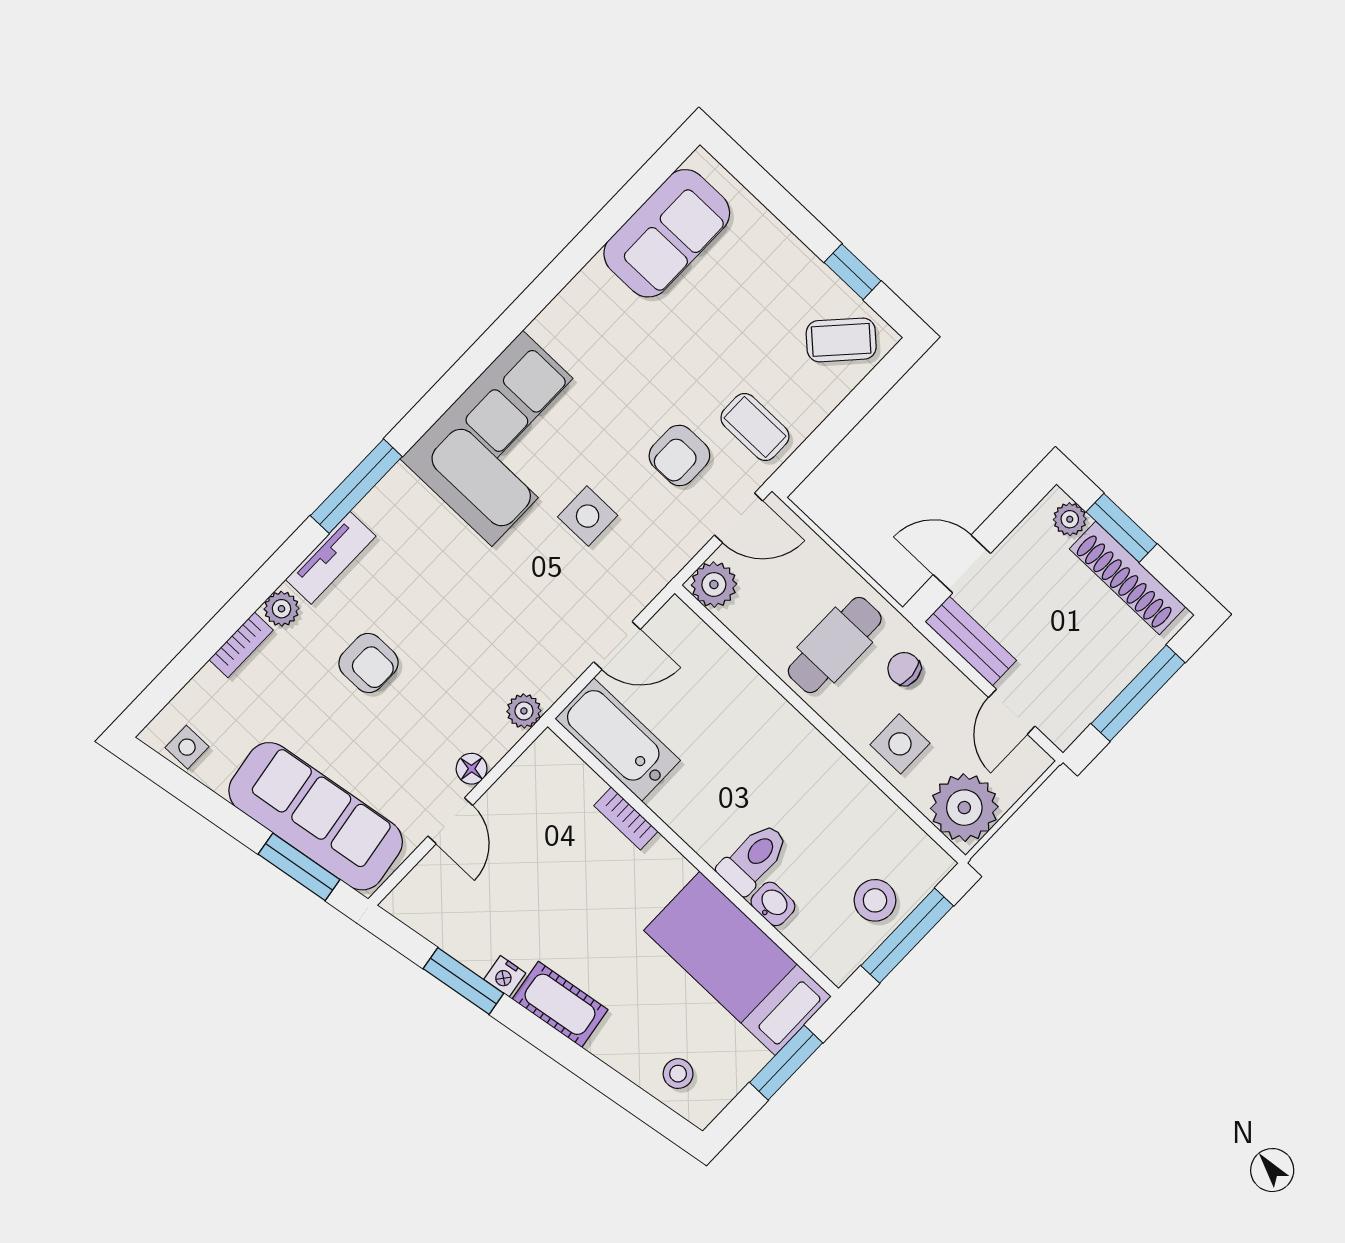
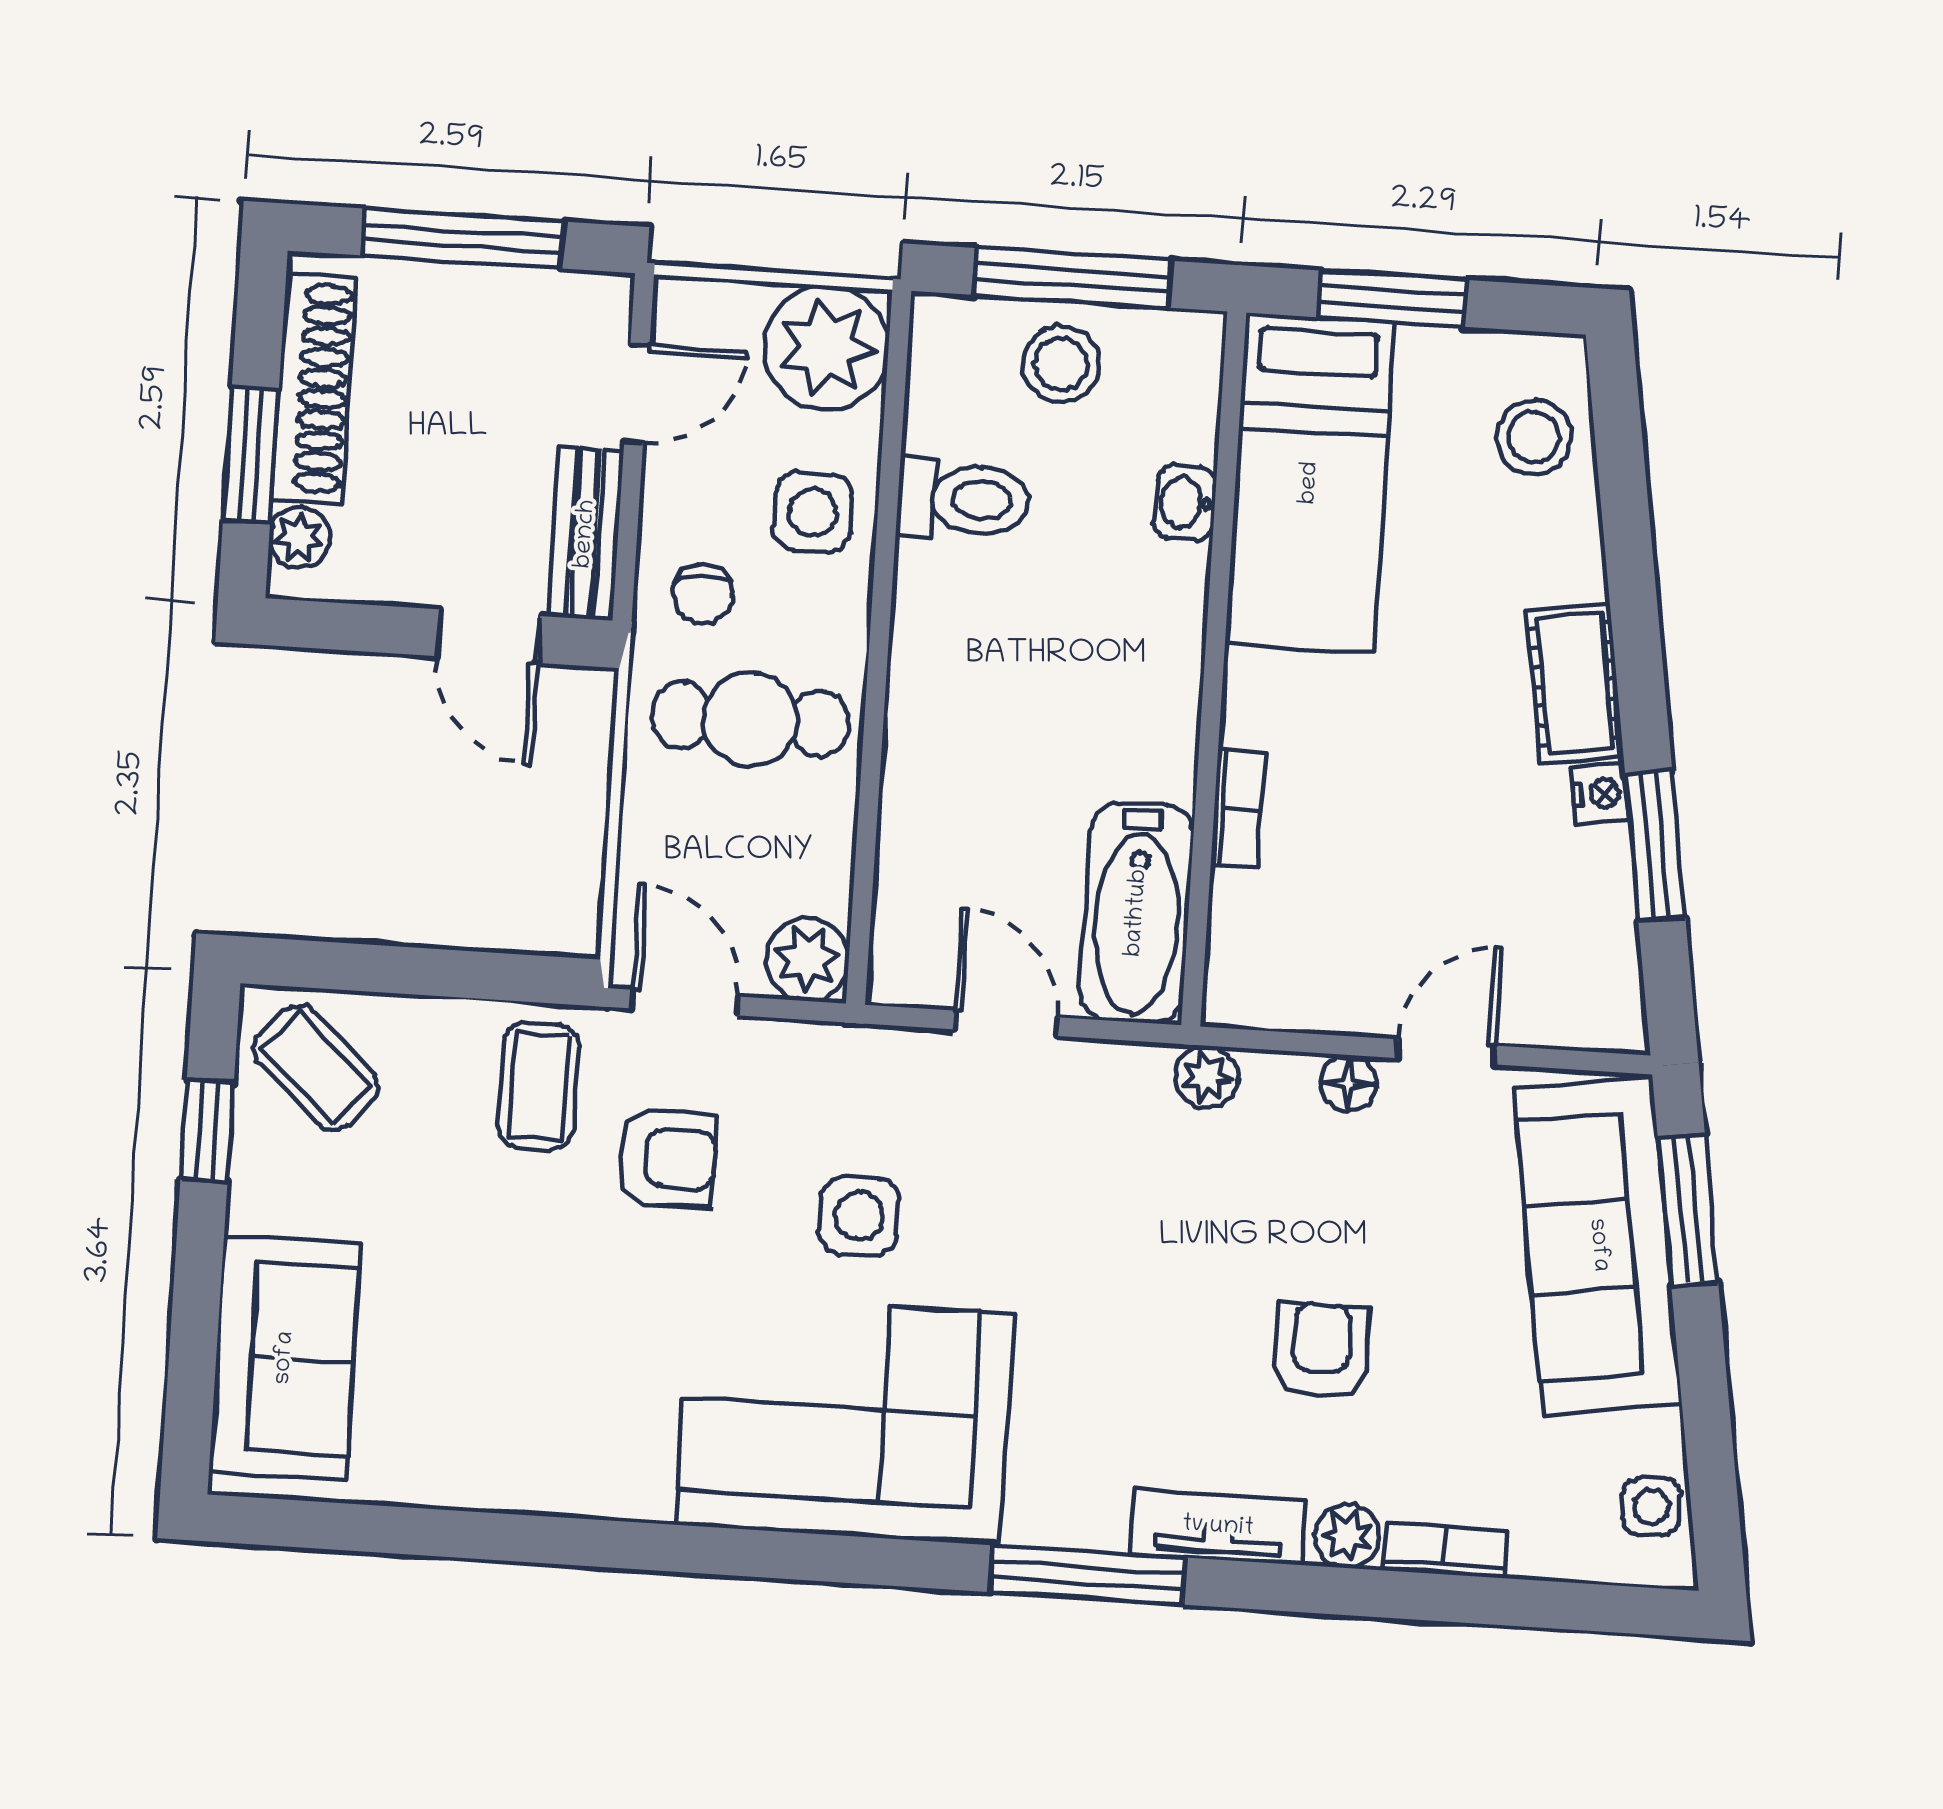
sofa: (667, 233) -> (285, 1358), moved, turned 90
toilet: (753, 858) -> (963, 499), moved, turned 180
stool: (678, 1074) -> (1534, 437), width x1.37, depth x1.37

